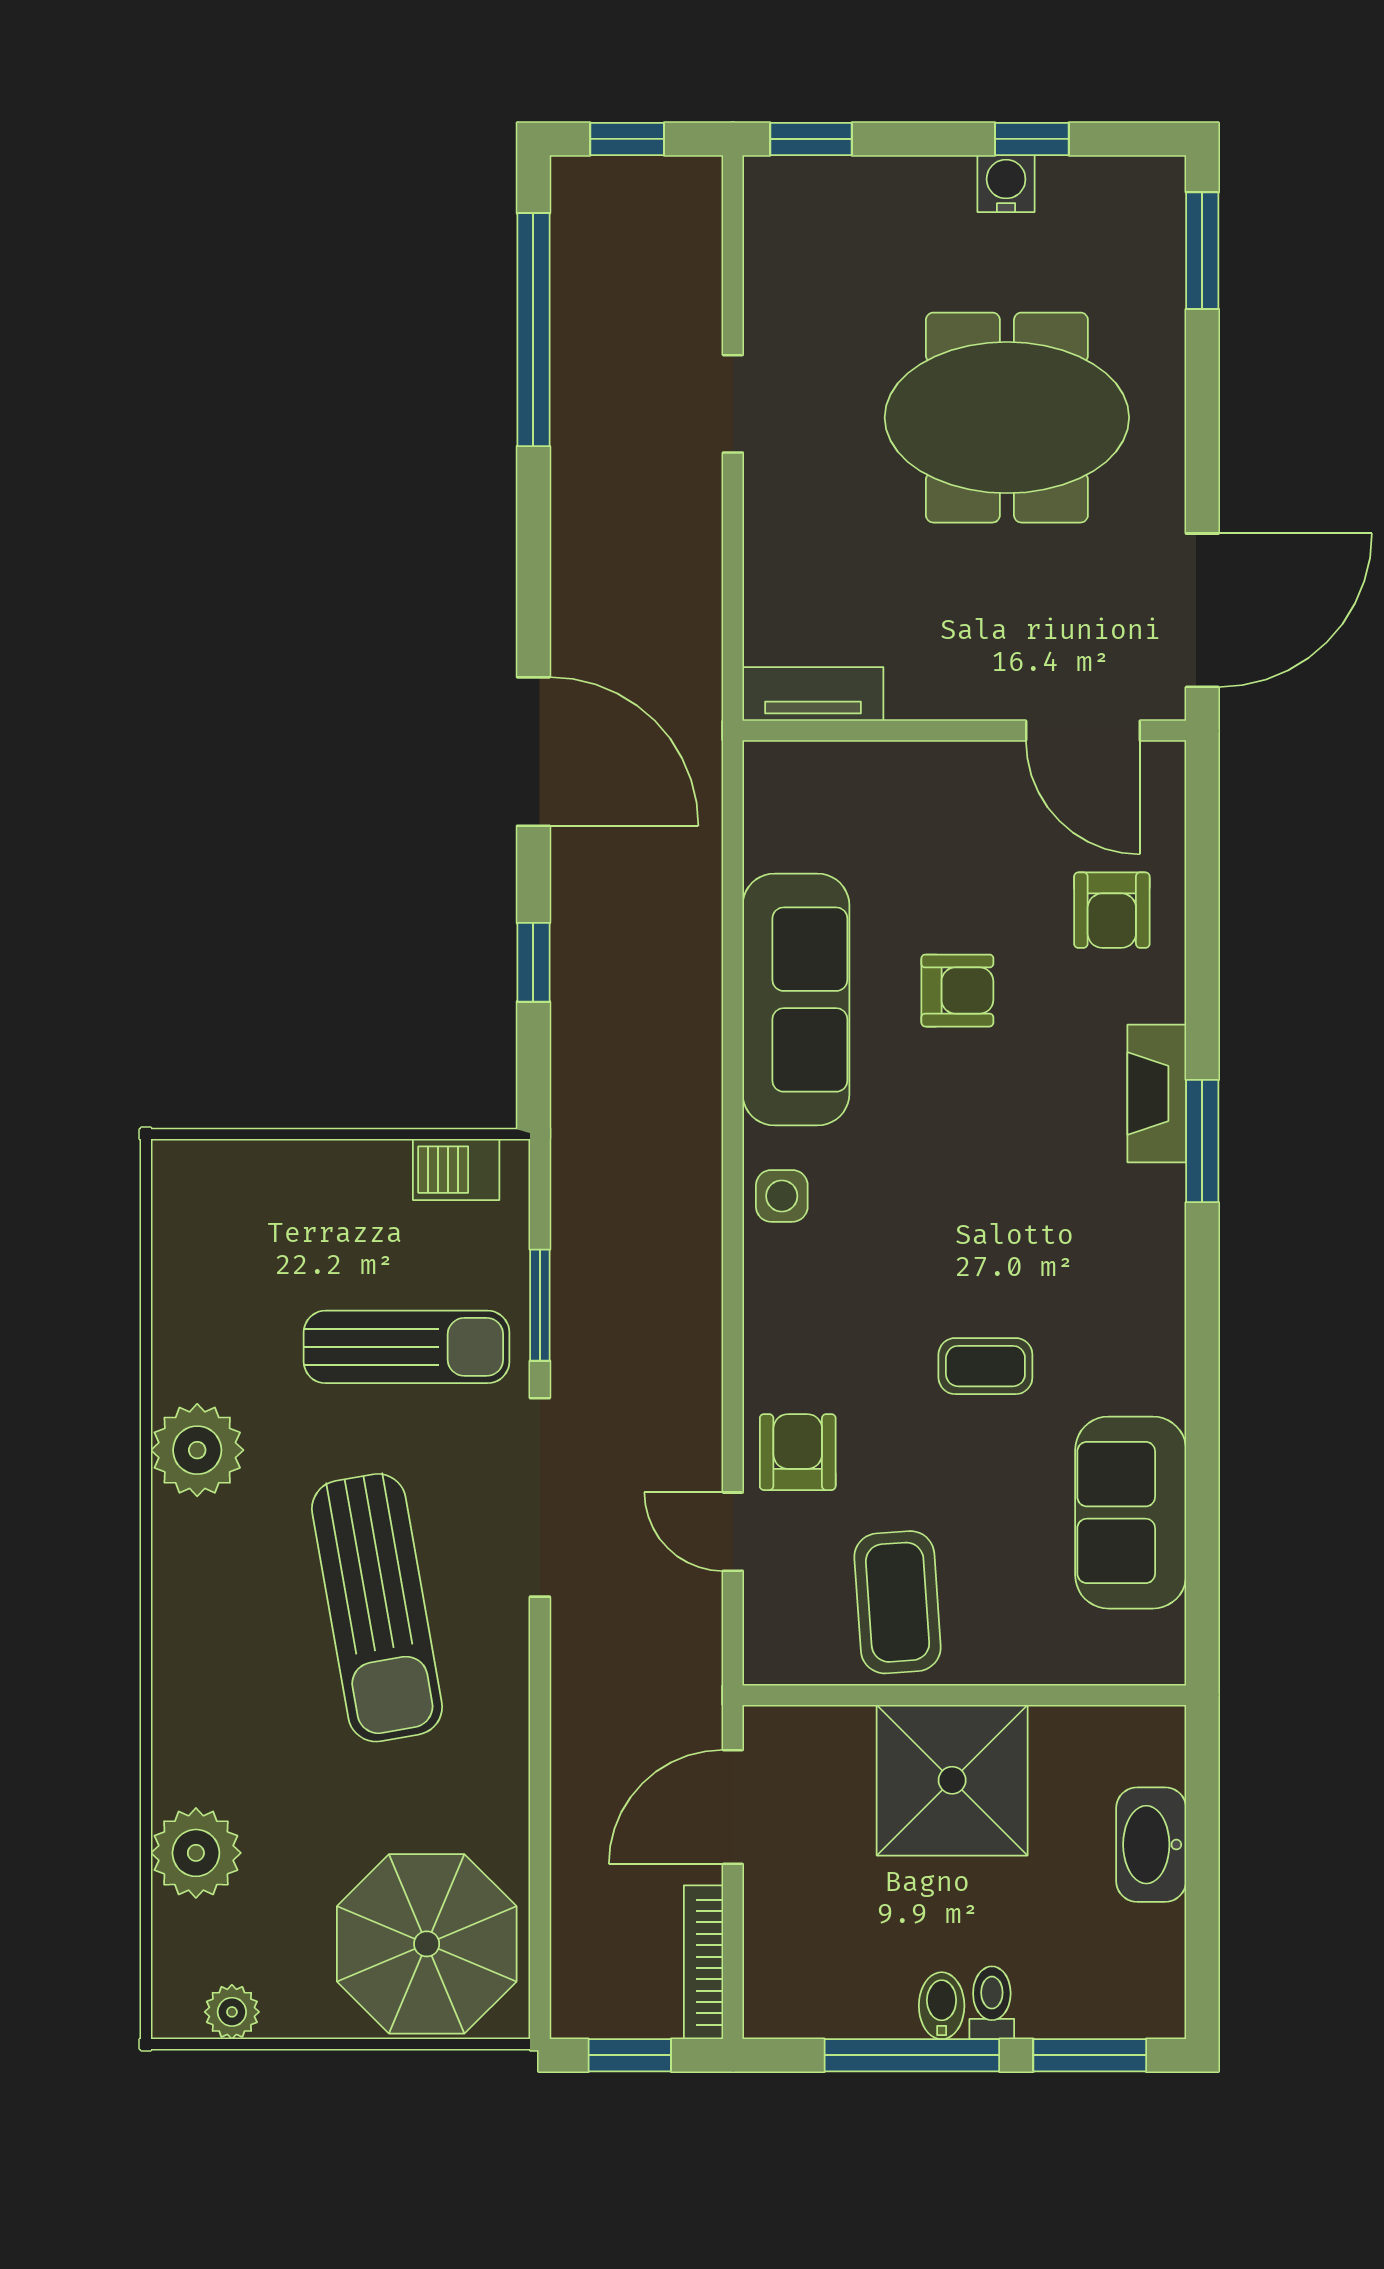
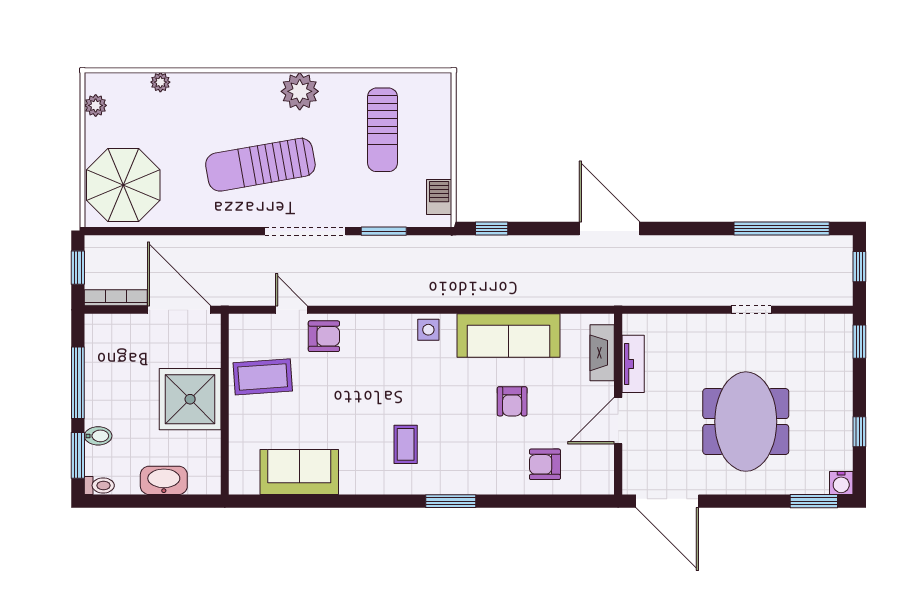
water cooler: (1006, 184) -> (841, 483), moved, turned 90
tv unit: (813, 694) -> (633, 364), moved
door: (1083, 731) -> (618, 421), moved
door: (533, 752) -> (610, 228), swing flipped
window: (533, 962) -> (492, 228), moved
fireplace: (1157, 1094) -> (602, 353), moved, turned -90
sun lounger: (407, 1347) -> (382, 130), moved
coffee table: (985, 1366) -> (406, 444), moved
plant: (197, 1450) -> (300, 91), moved
door: (733, 1532) -> (291, 310), hinge flipped
door: (733, 1807) -> (179, 310), width x1.36
plant: (196, 1853) -> (160, 82), width x0.53, depth x0.53
toilet: (992, 2003) -> (99, 485), moved
bidet: (942, 2006) -> (98, 436), moved

